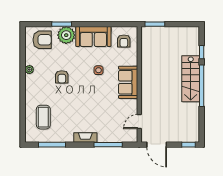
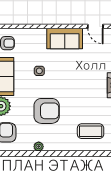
armchair: (62, 77) -> (47, 111), width x1.88, depth x1.88
sofa: (128, 82) -> (65, 39), moved

